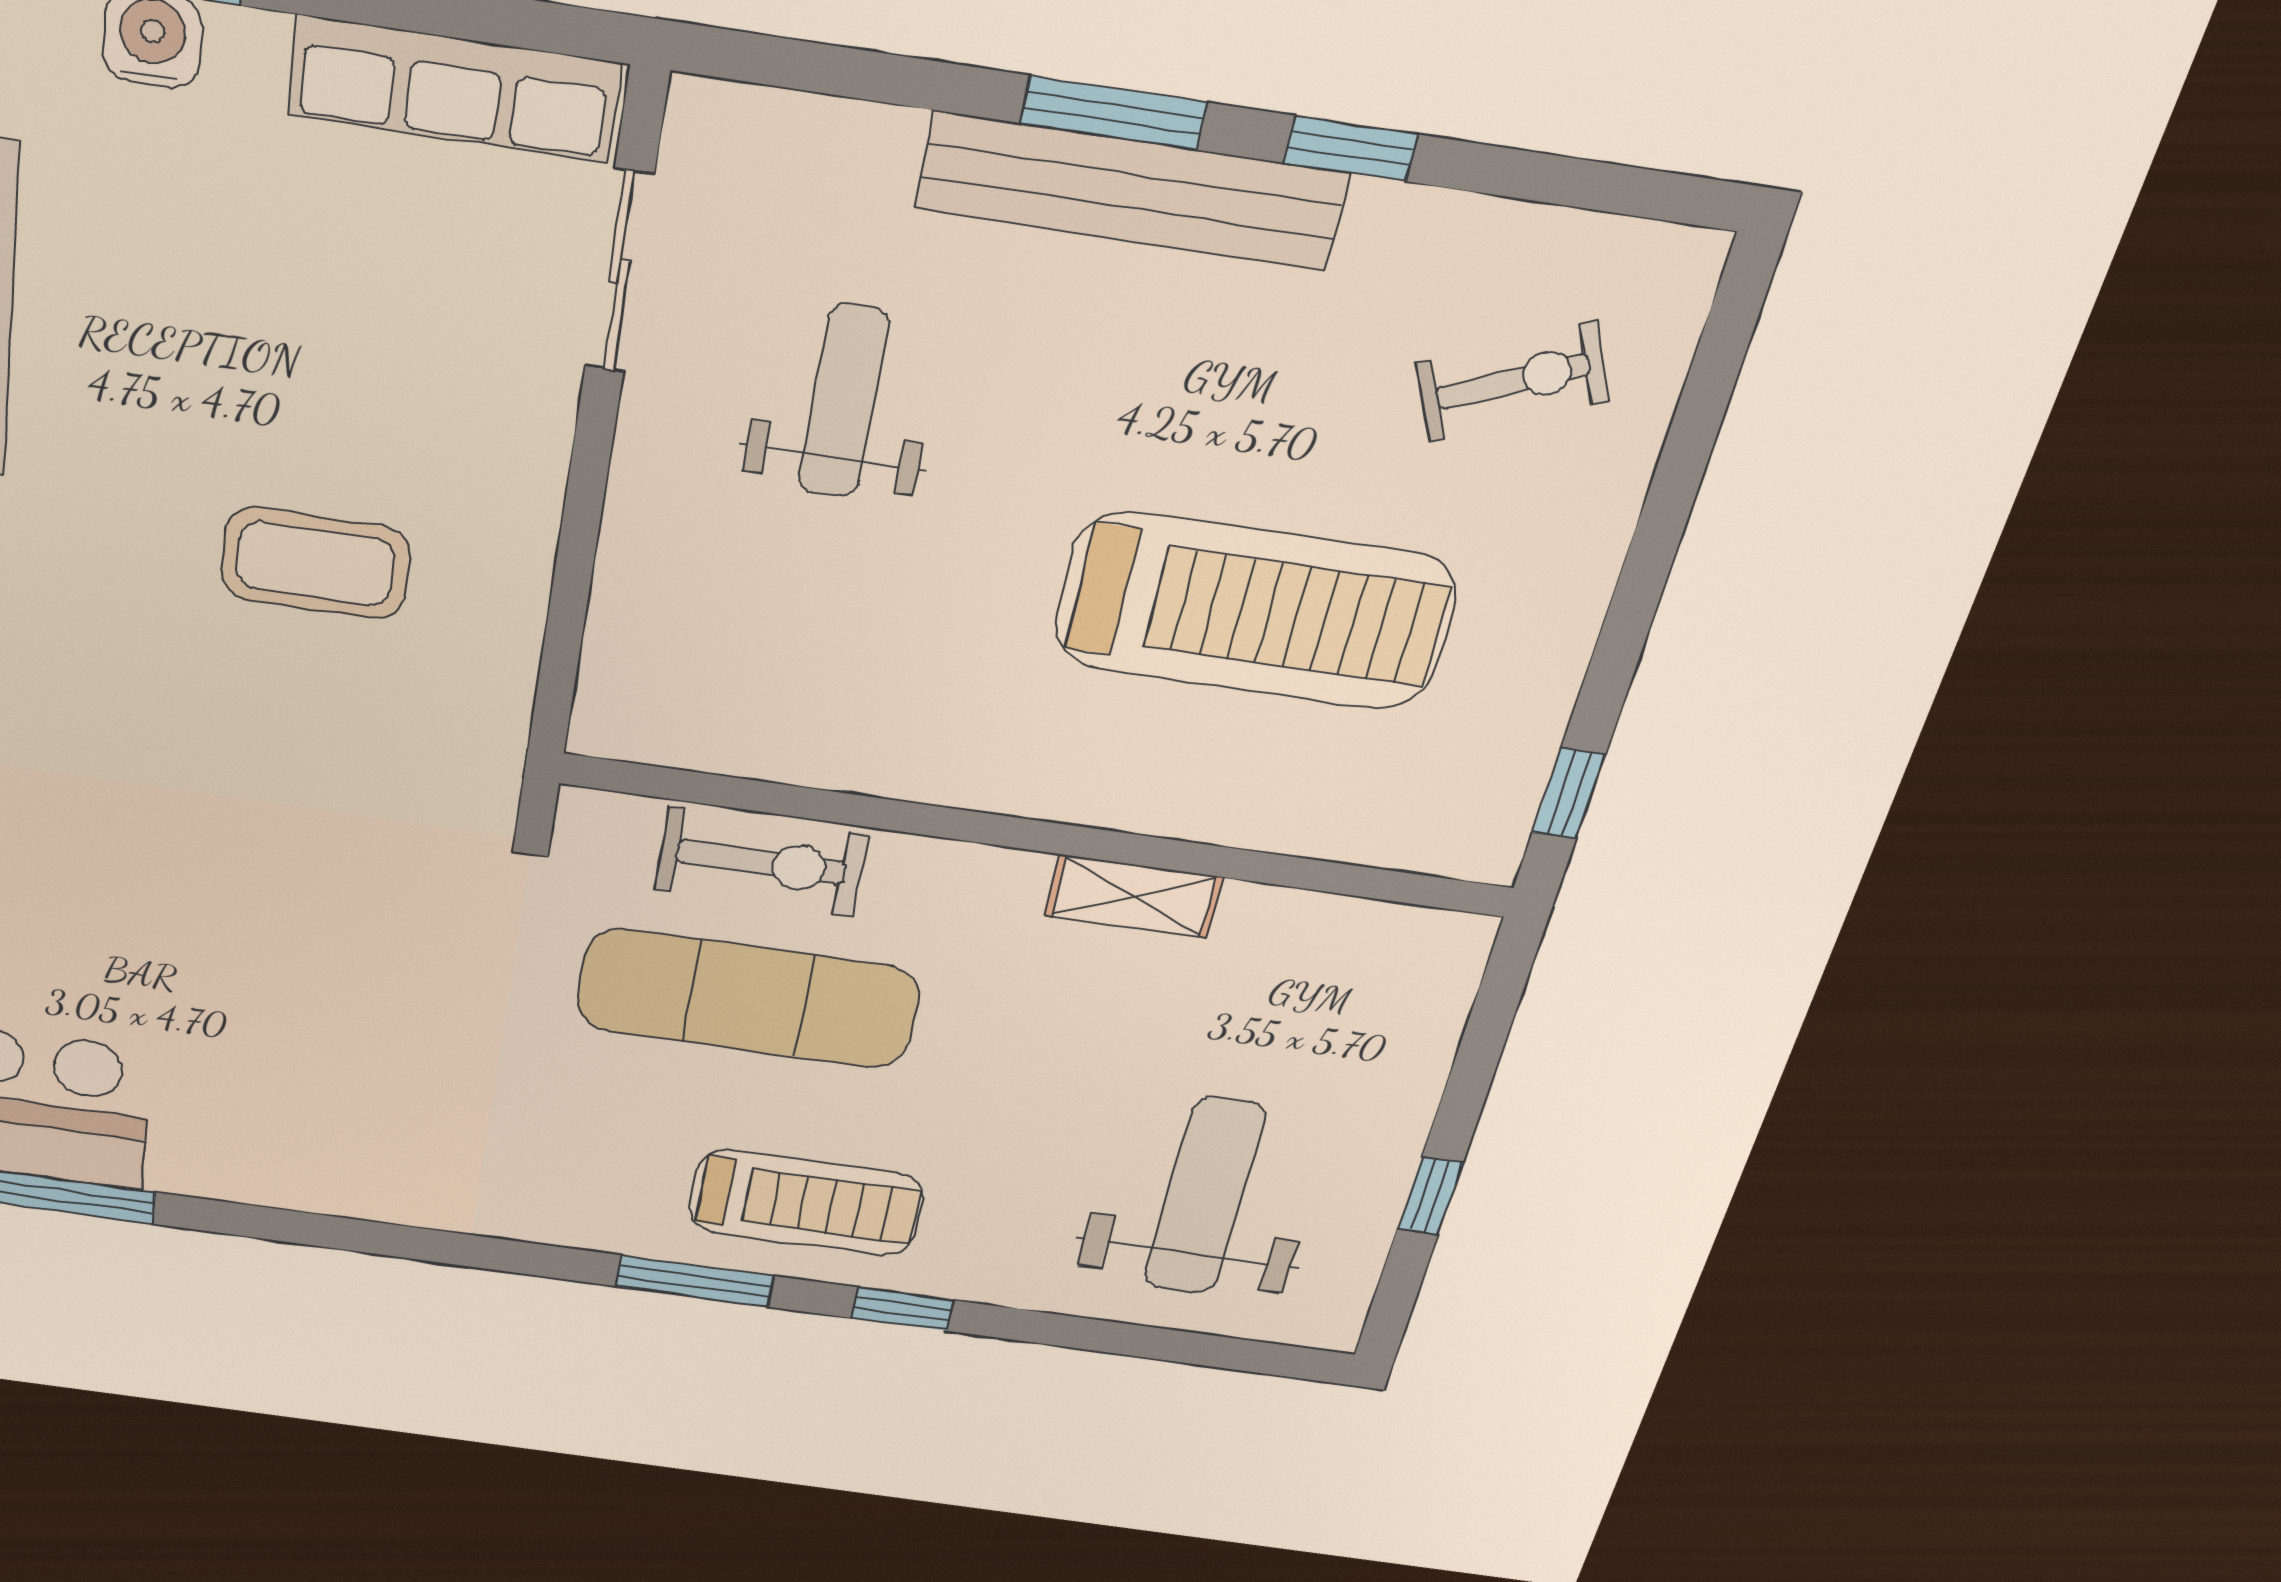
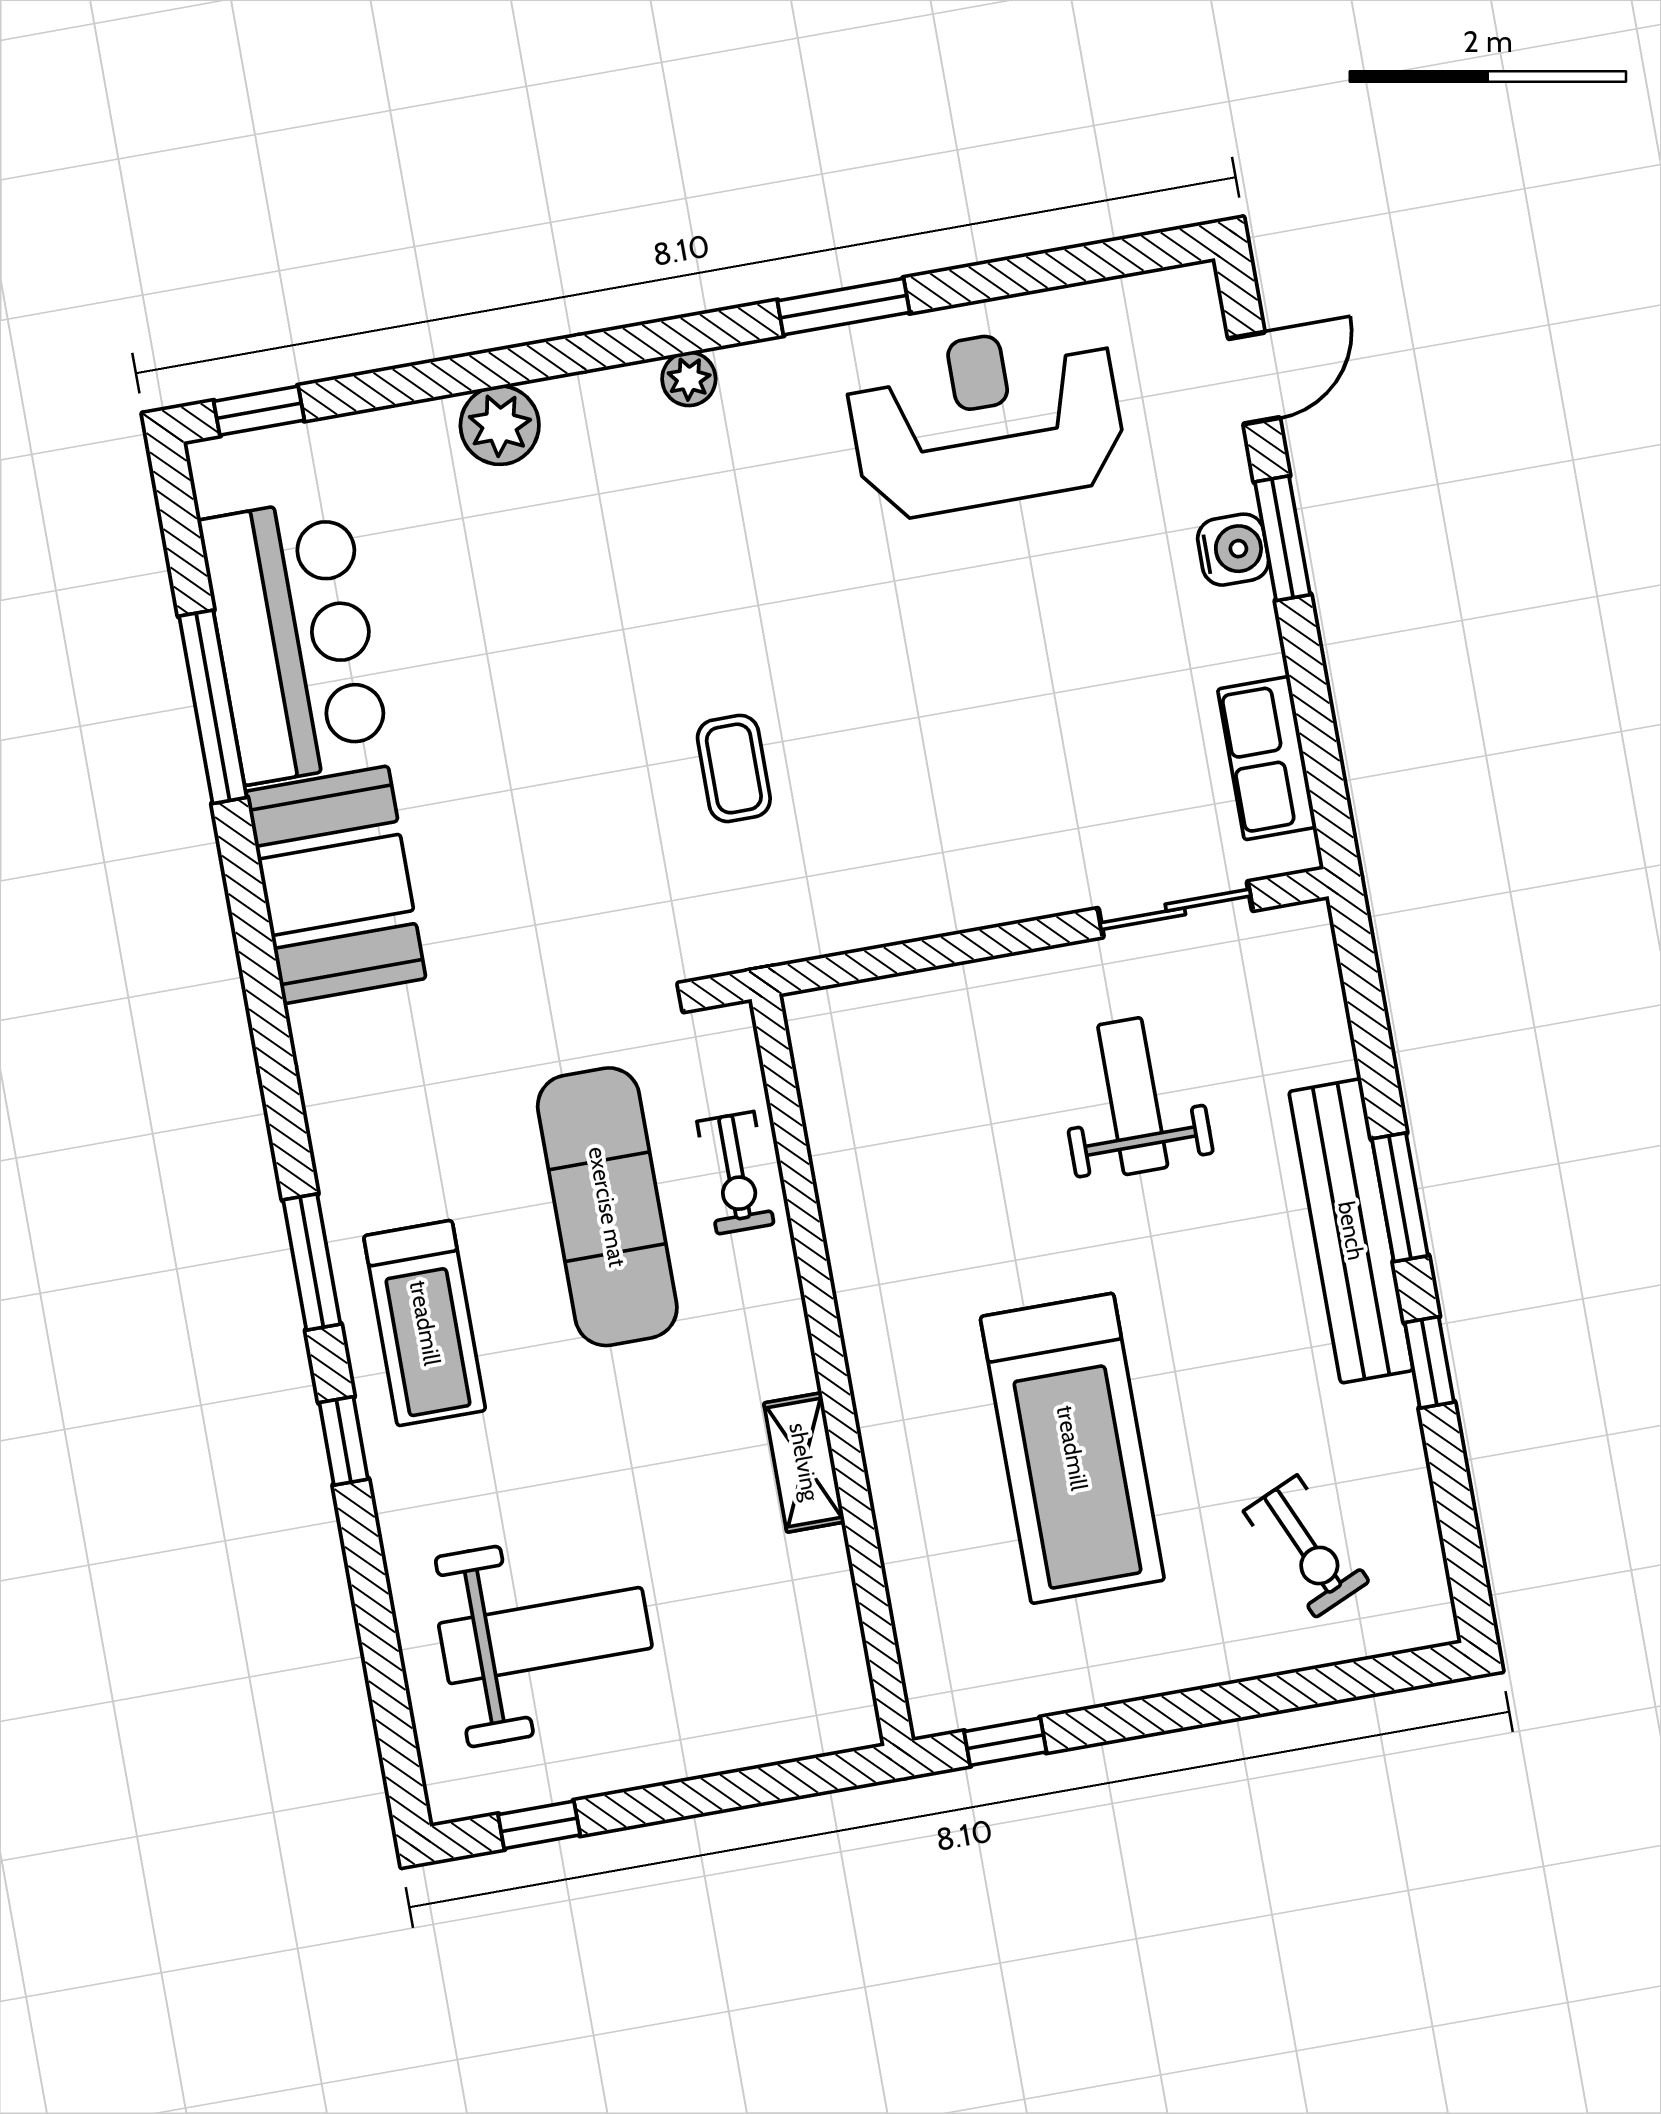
row of seats: (454, 89) -> (1267, 758), width x0.68
weight bench: (843, 401) -> (1133, 1096), turned -90
coffee table: (315, 563) -> (734, 768), moved, width x0.73, depth x0.77
exercise bike: (761, 862) -> (735, 1173), width x0.73, depth x0.72
booth: (281, 1142) -> (336, 885), added
window: (1430, 1196) -> (539, 1825), moved

